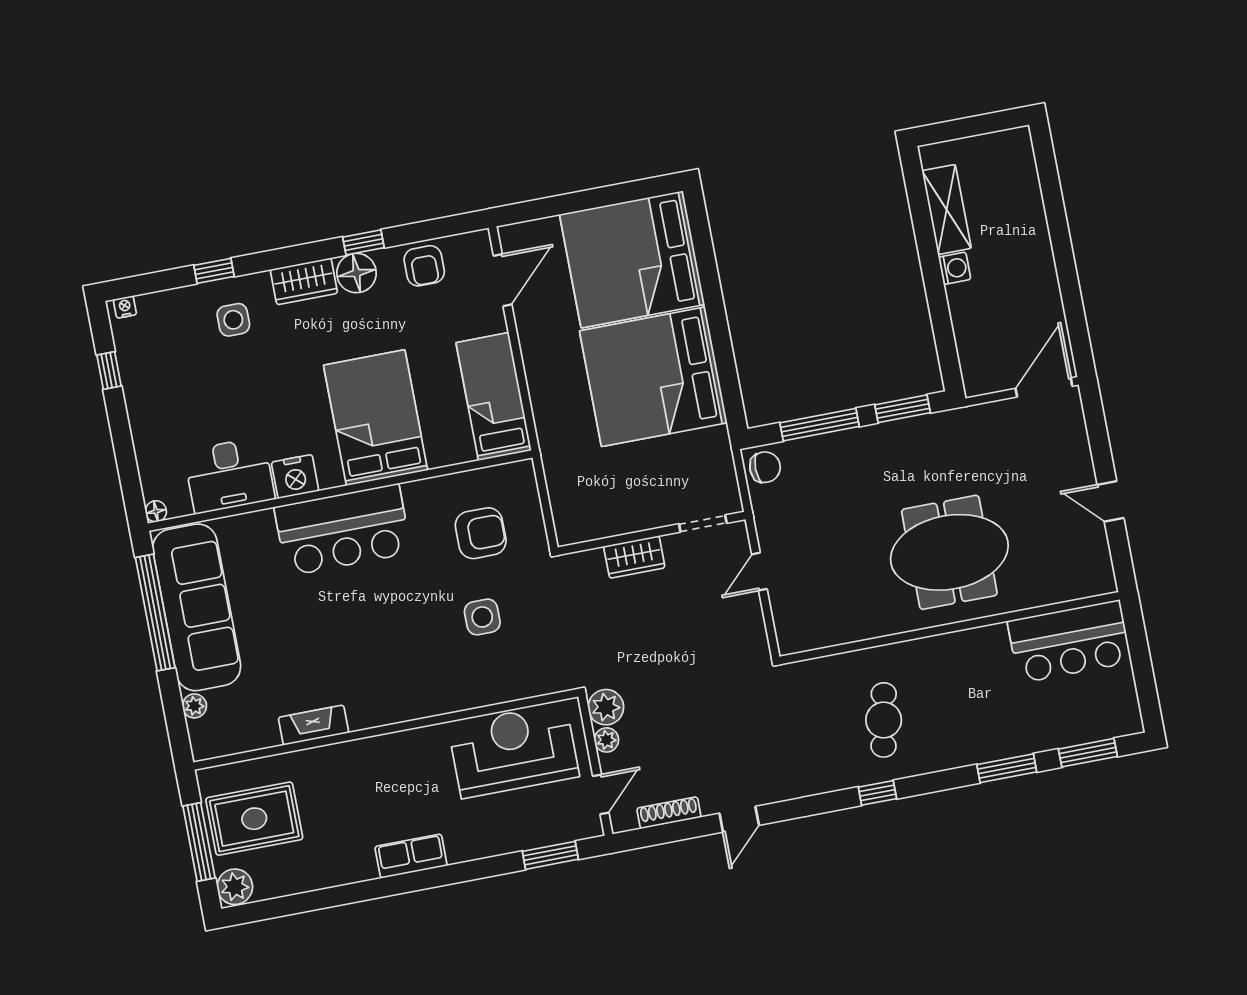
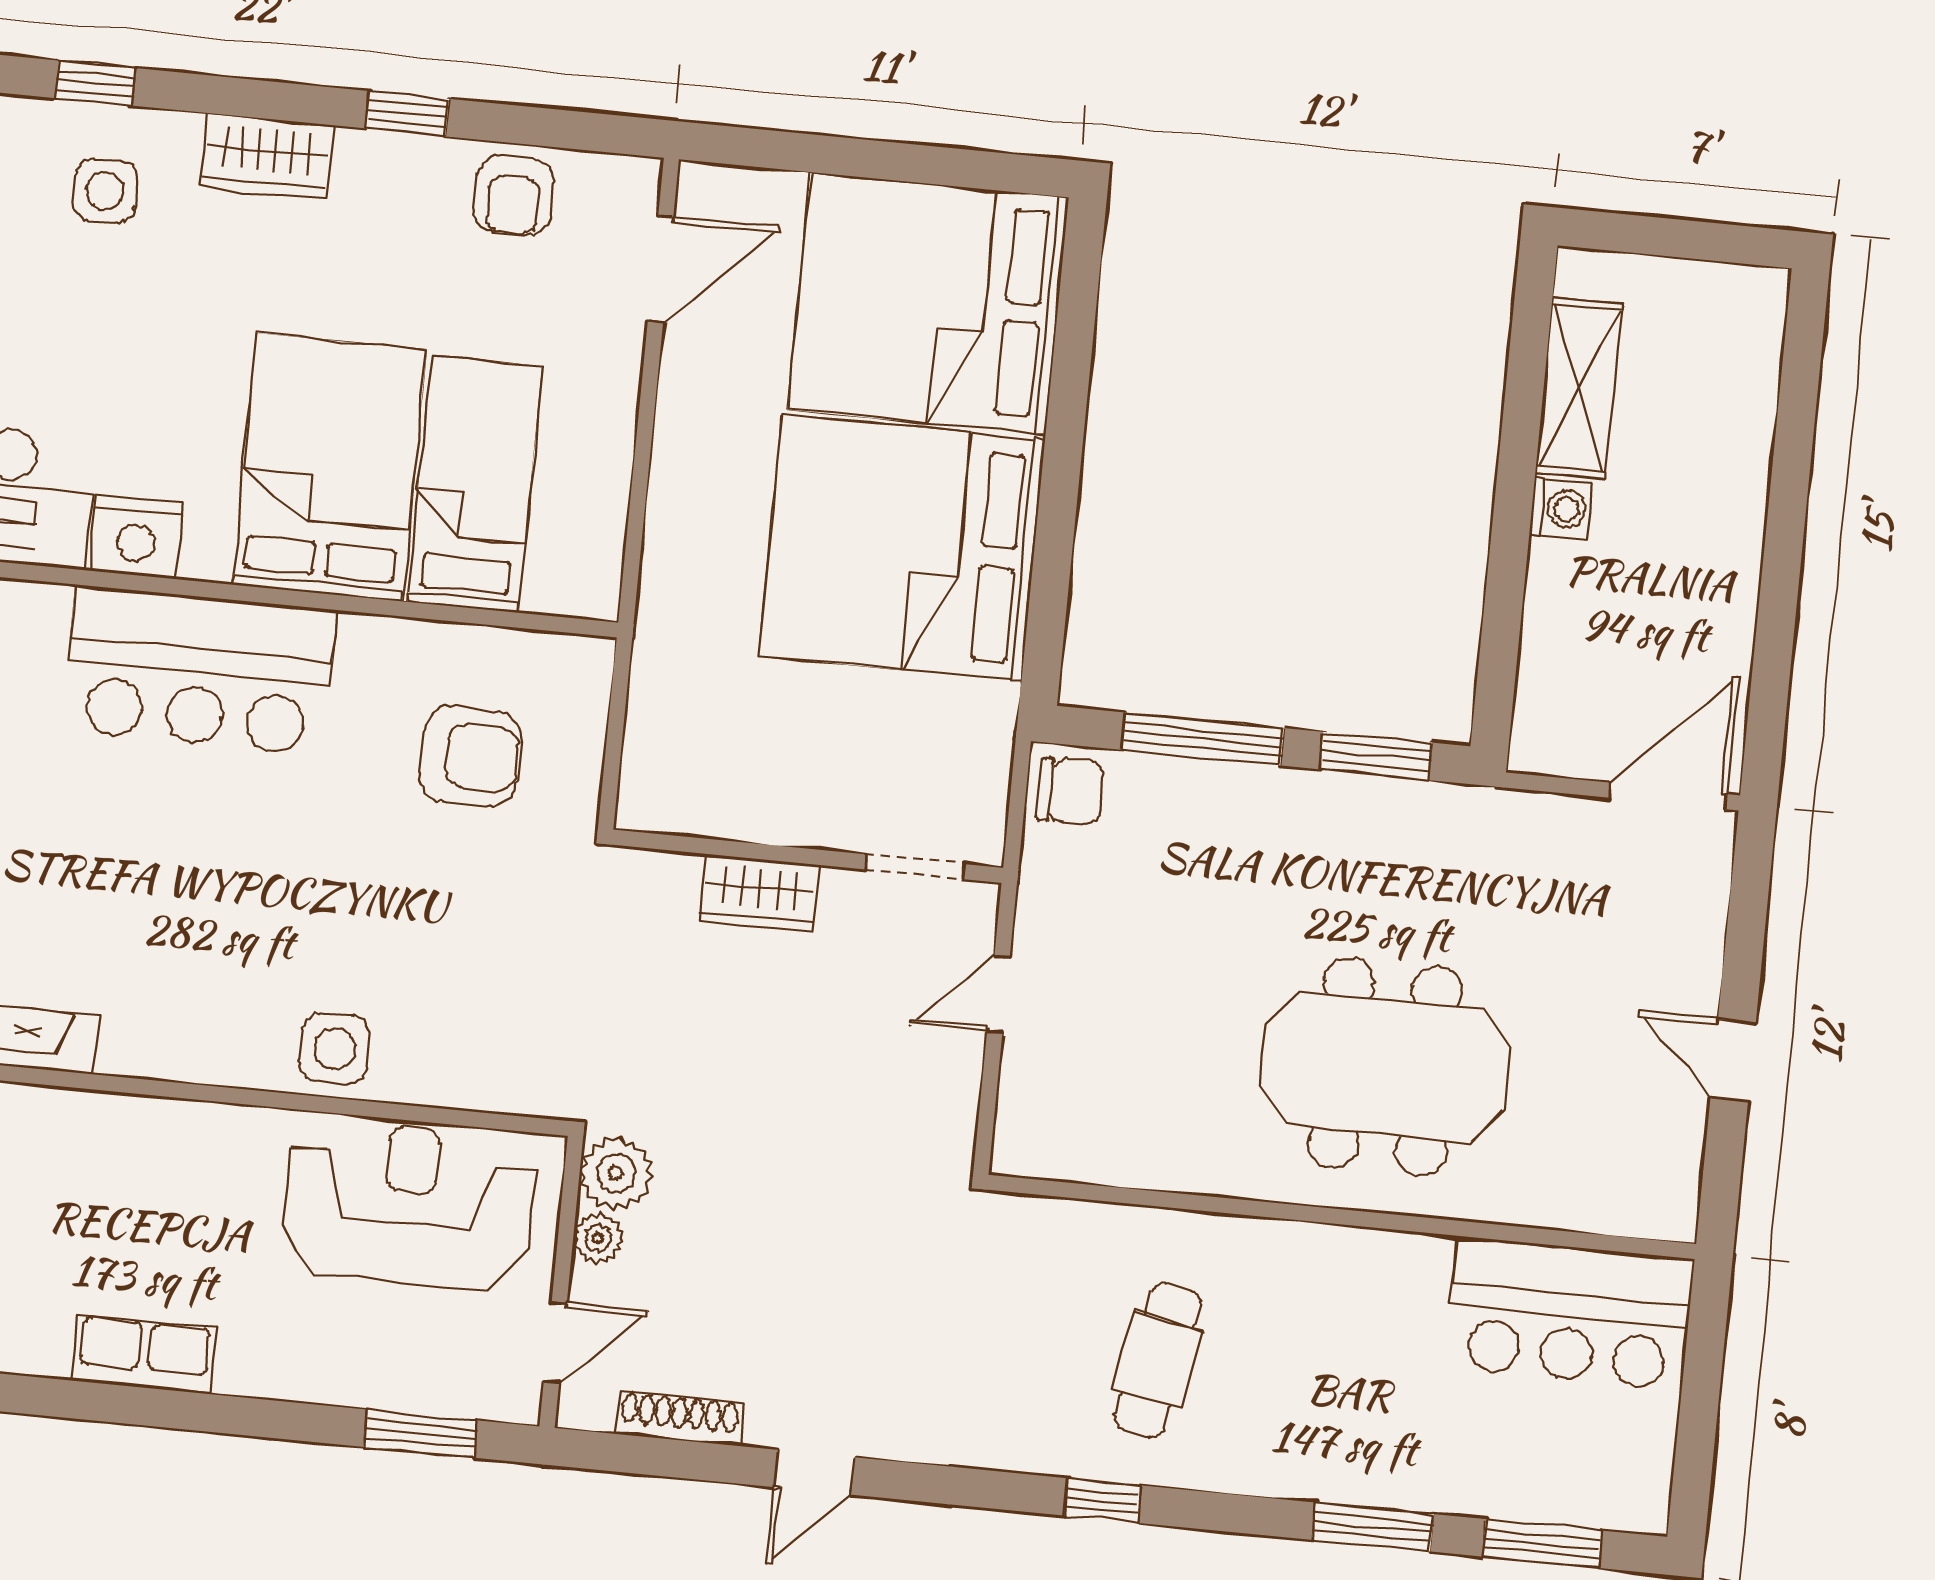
floor lamp: (356, 273) -> (376, 170), removed
bed: (494, 397) -> (474, 484), moved
side table: (482, 617) -> (334, 1049), moved

